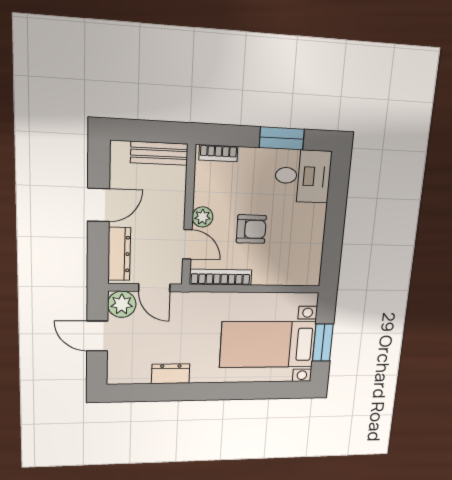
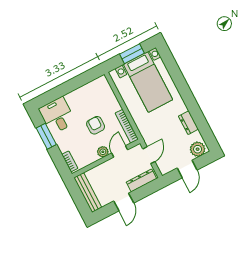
bench: (159, 153) -> (88, 193), width x1.36
door: (98, 205) -> (124, 202), swing flipped
plant: (122, 304) -> (198, 149), moved

